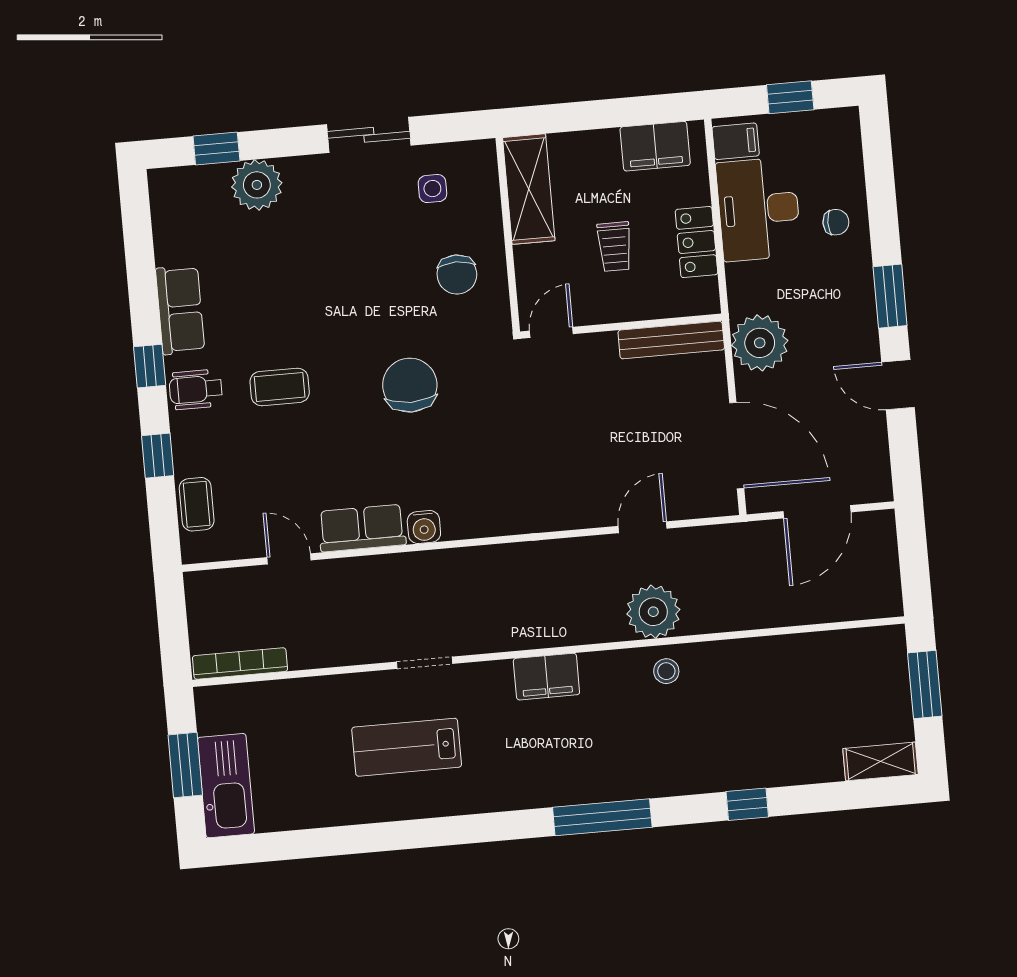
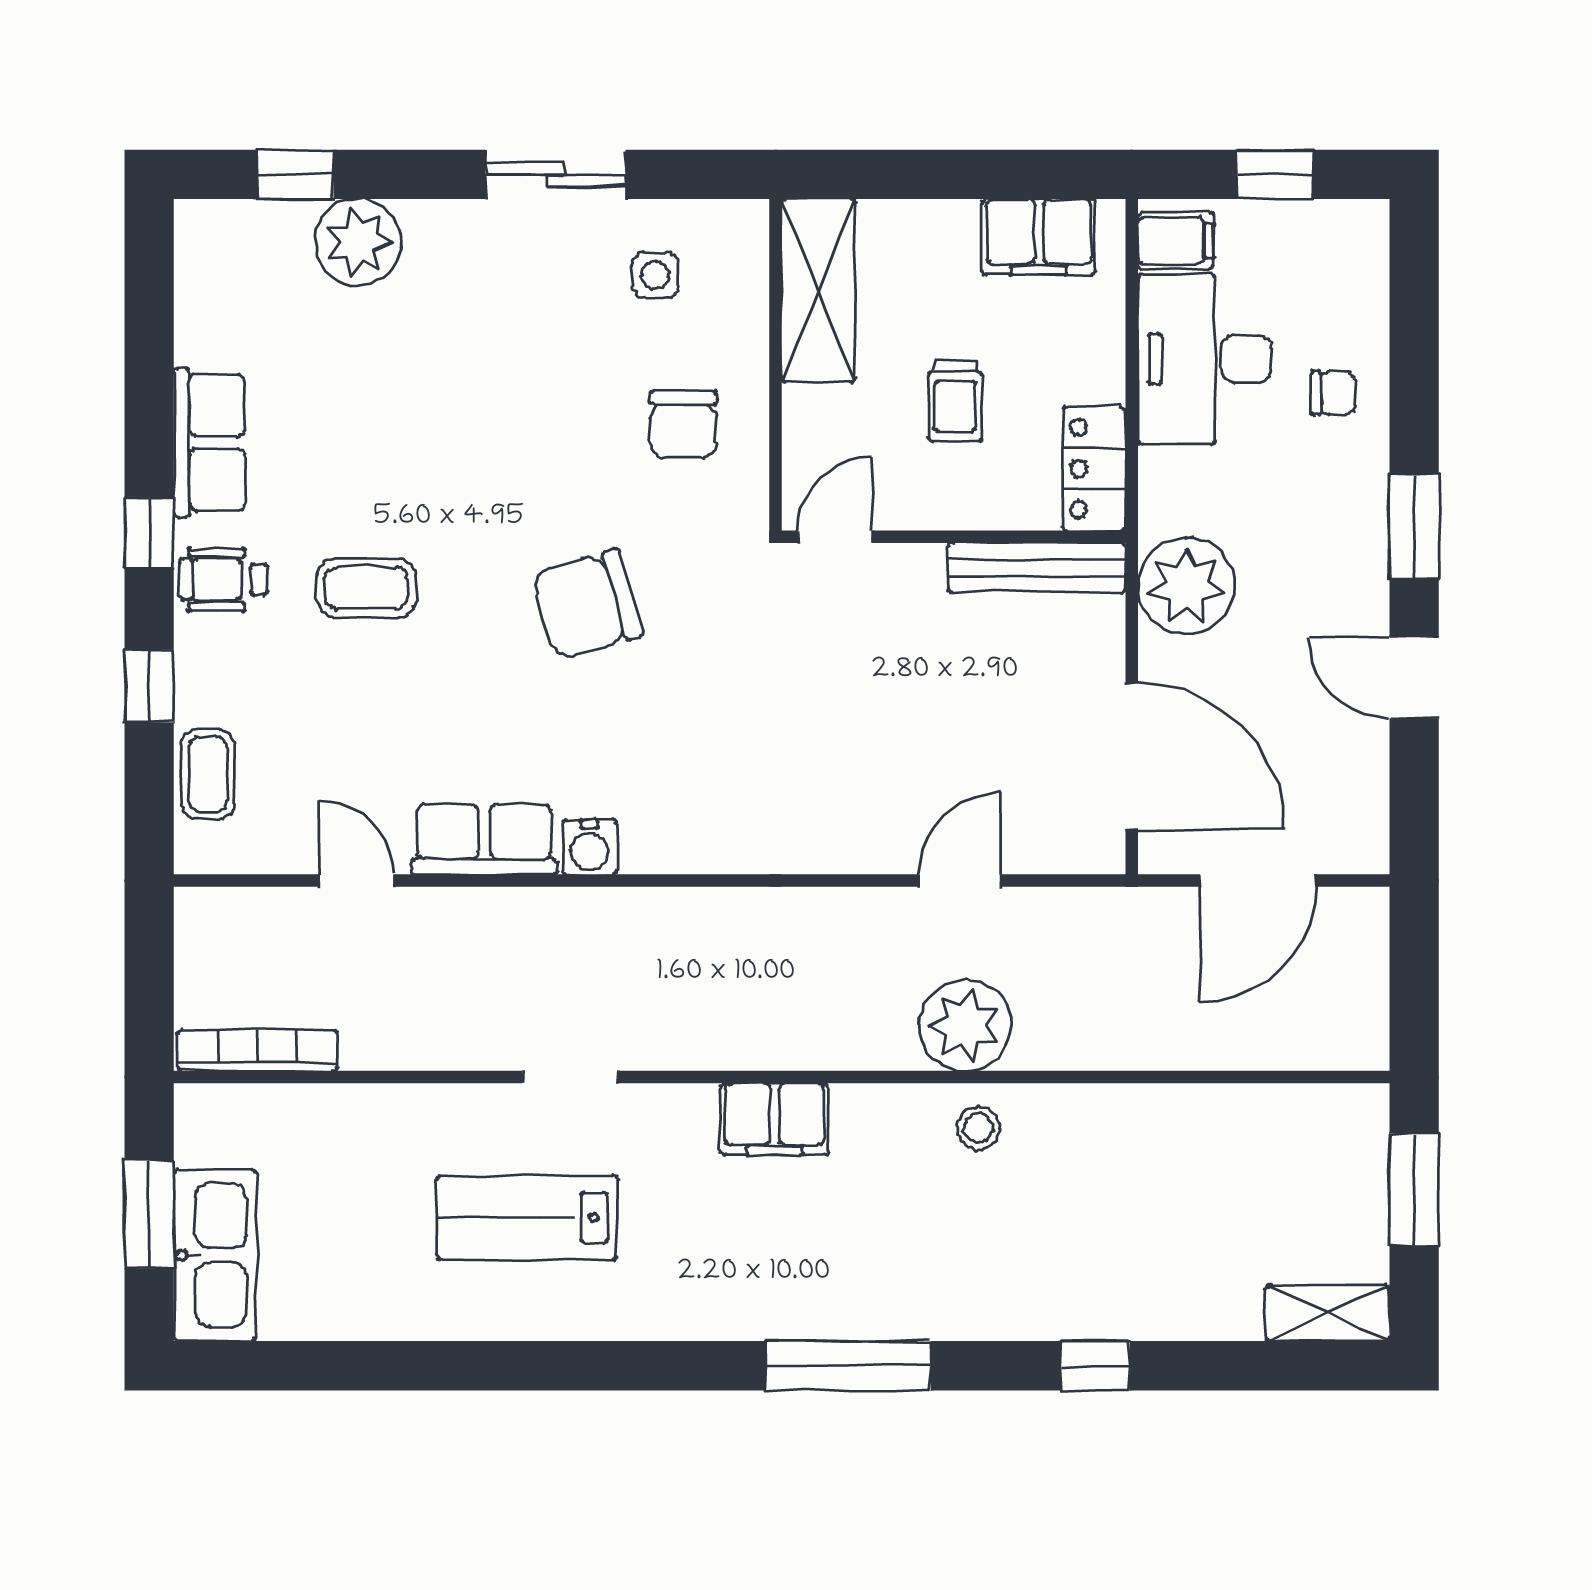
locker: (696, 242) -> (1094, 469), moved
chair: (410, 385) -> (587, 605), turned -106

